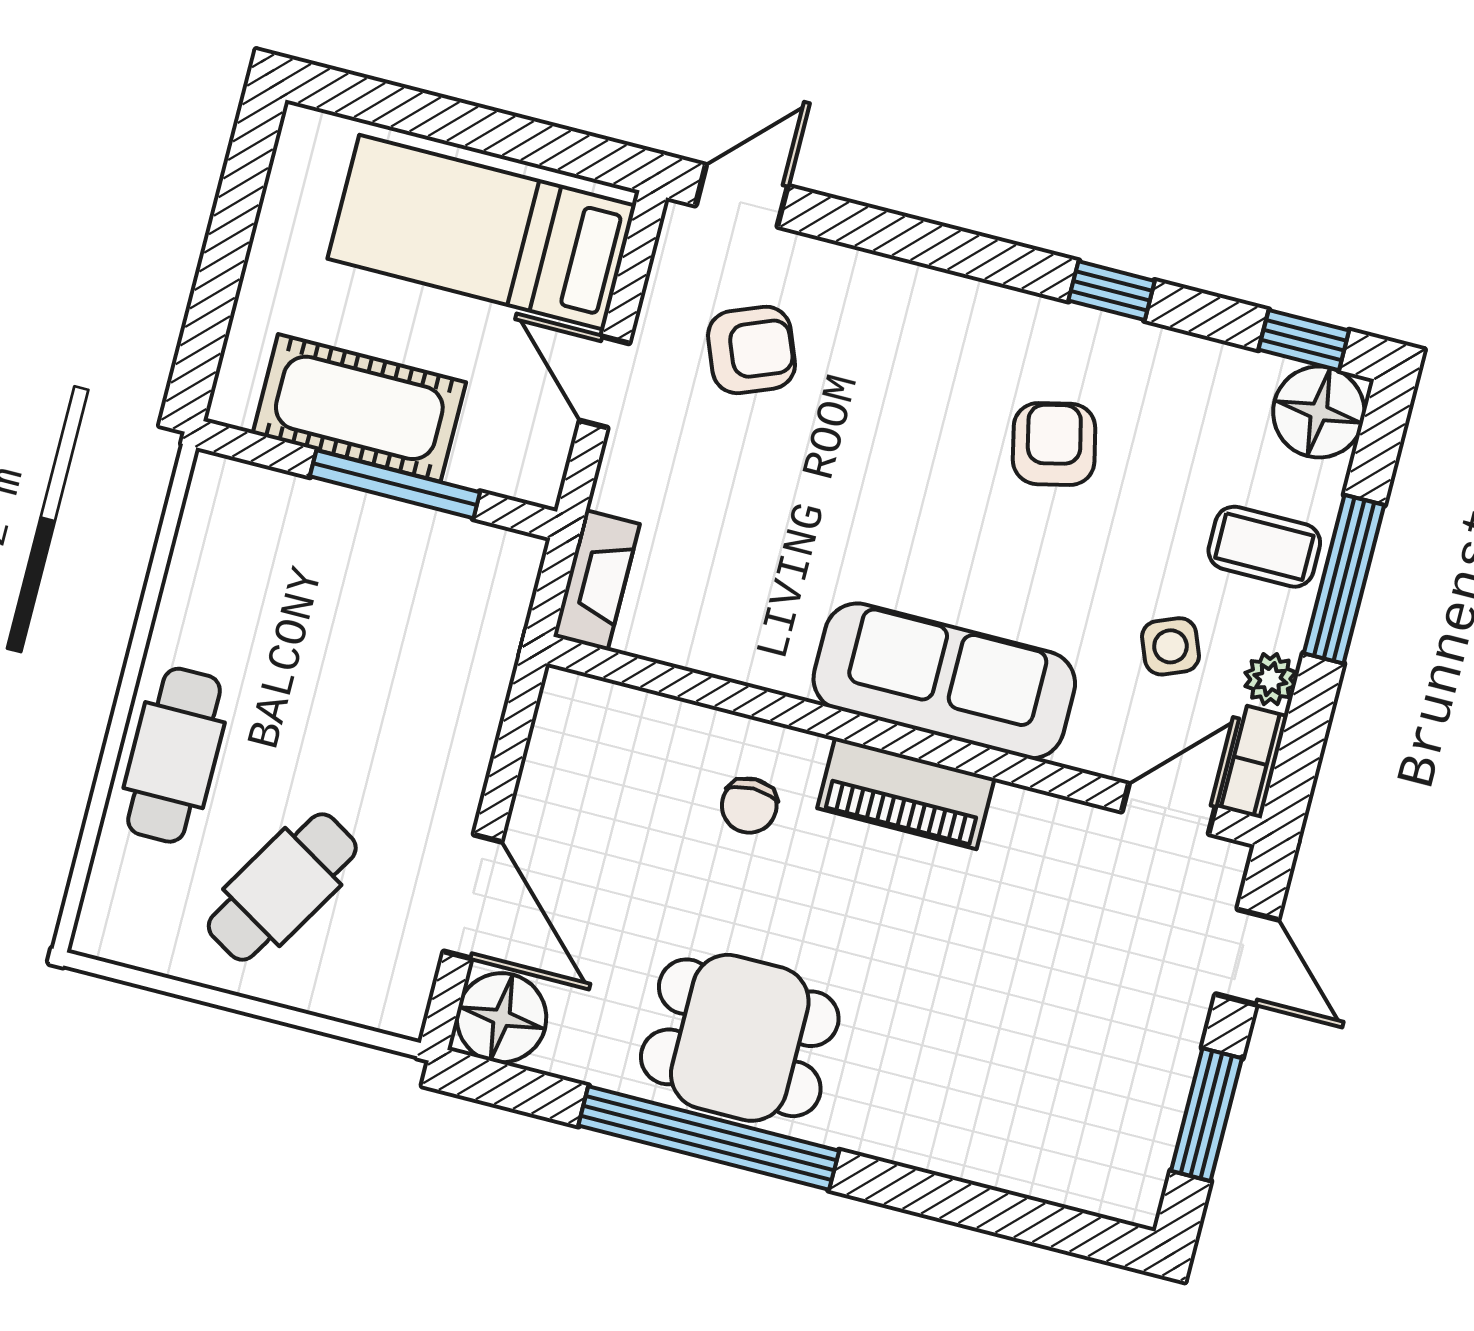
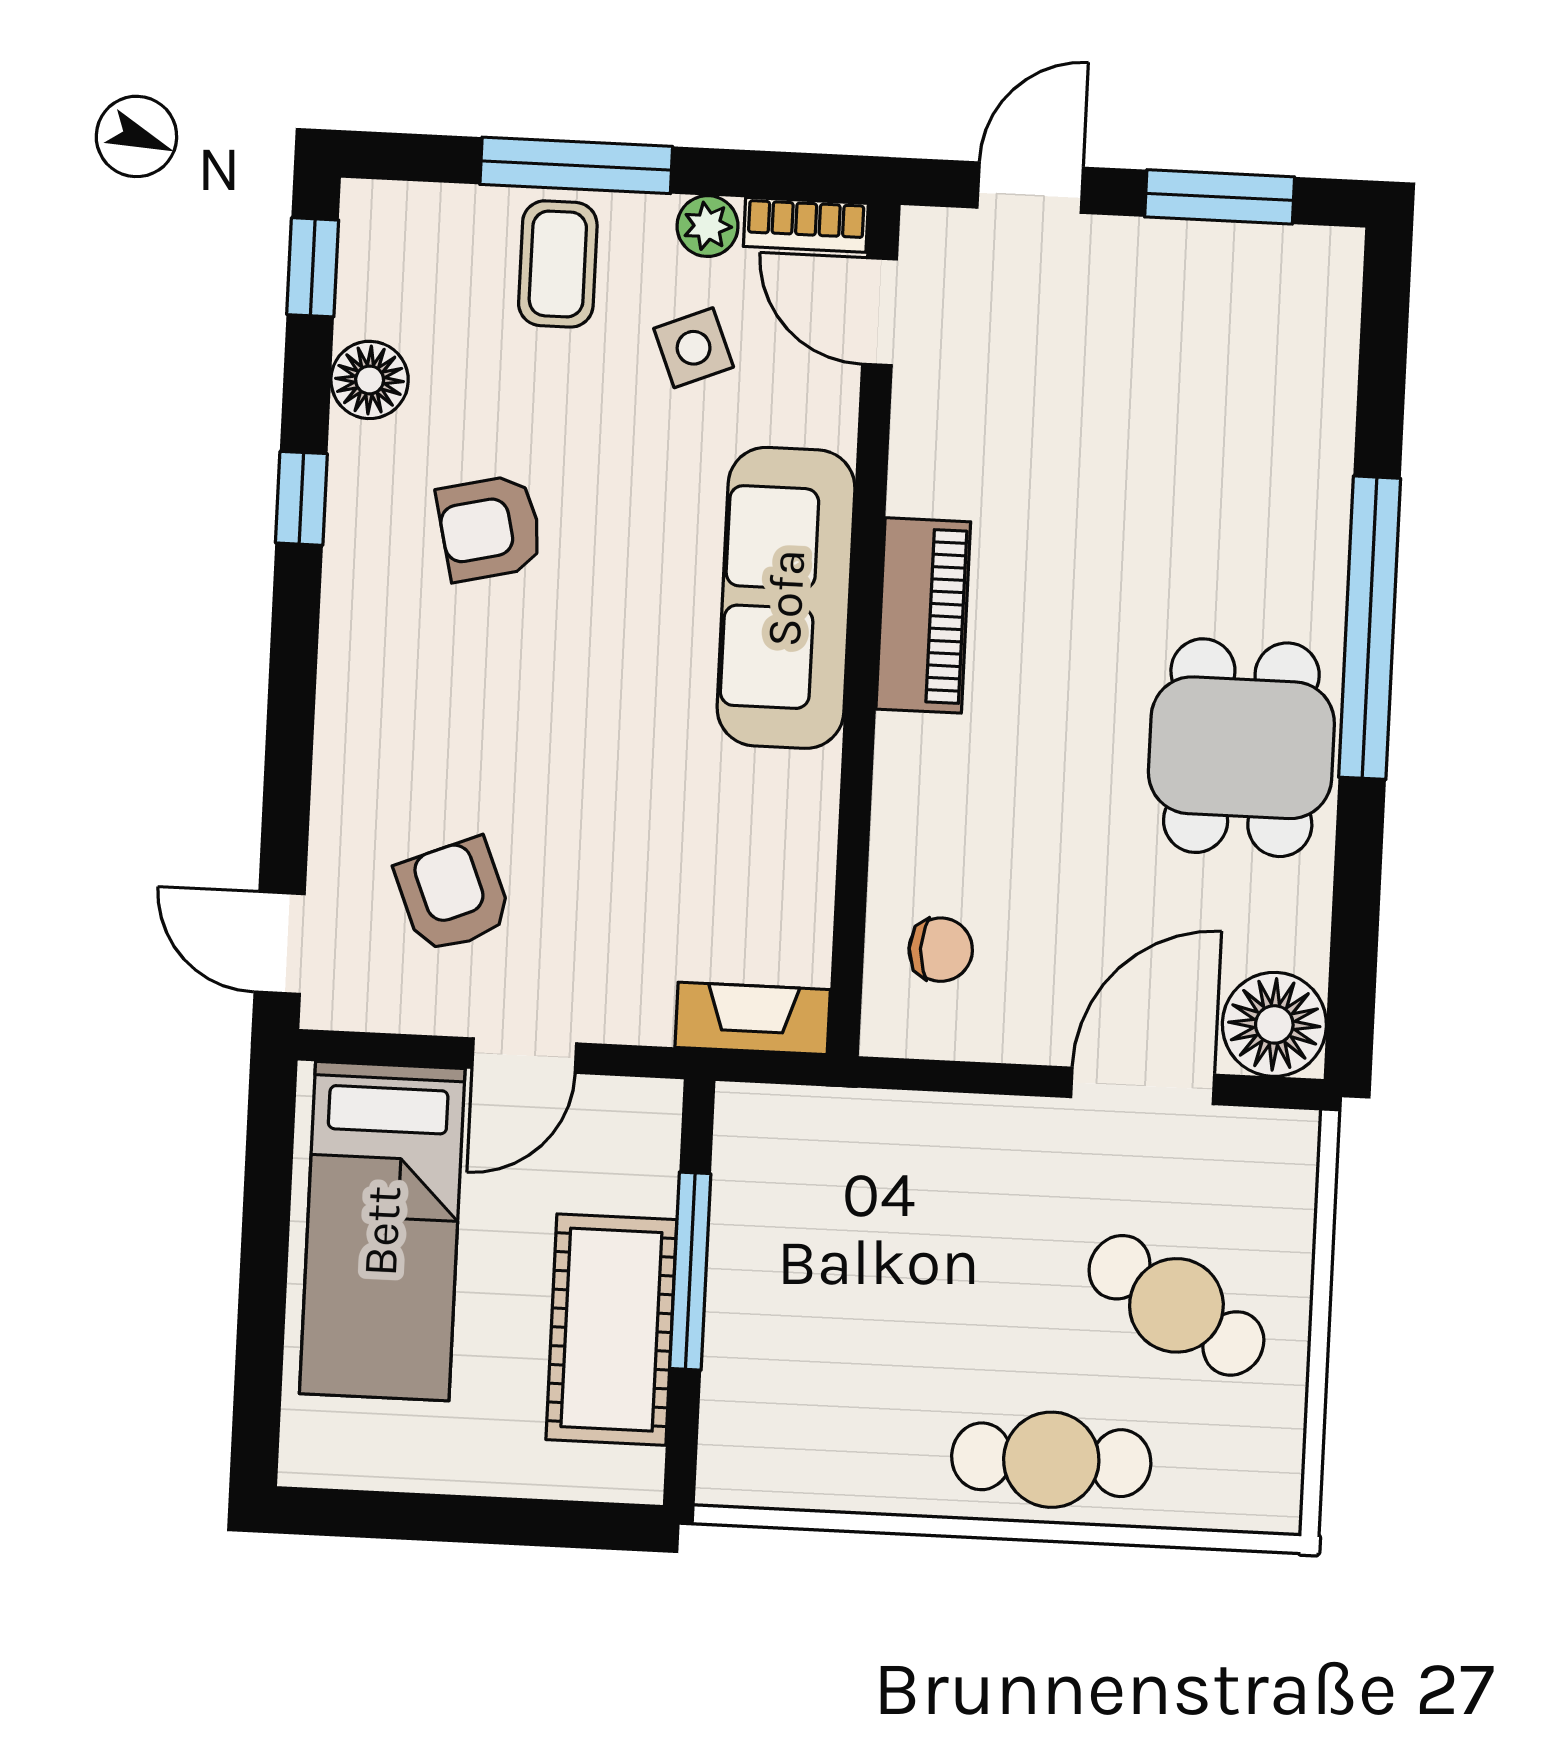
floor lamp: (1319, 412) -> (370, 380), moved, width x0.73, depth x0.73
chair: (749, 806) -> (941, 950), moved
window: (709, 1138) -> (1370, 628), moved

